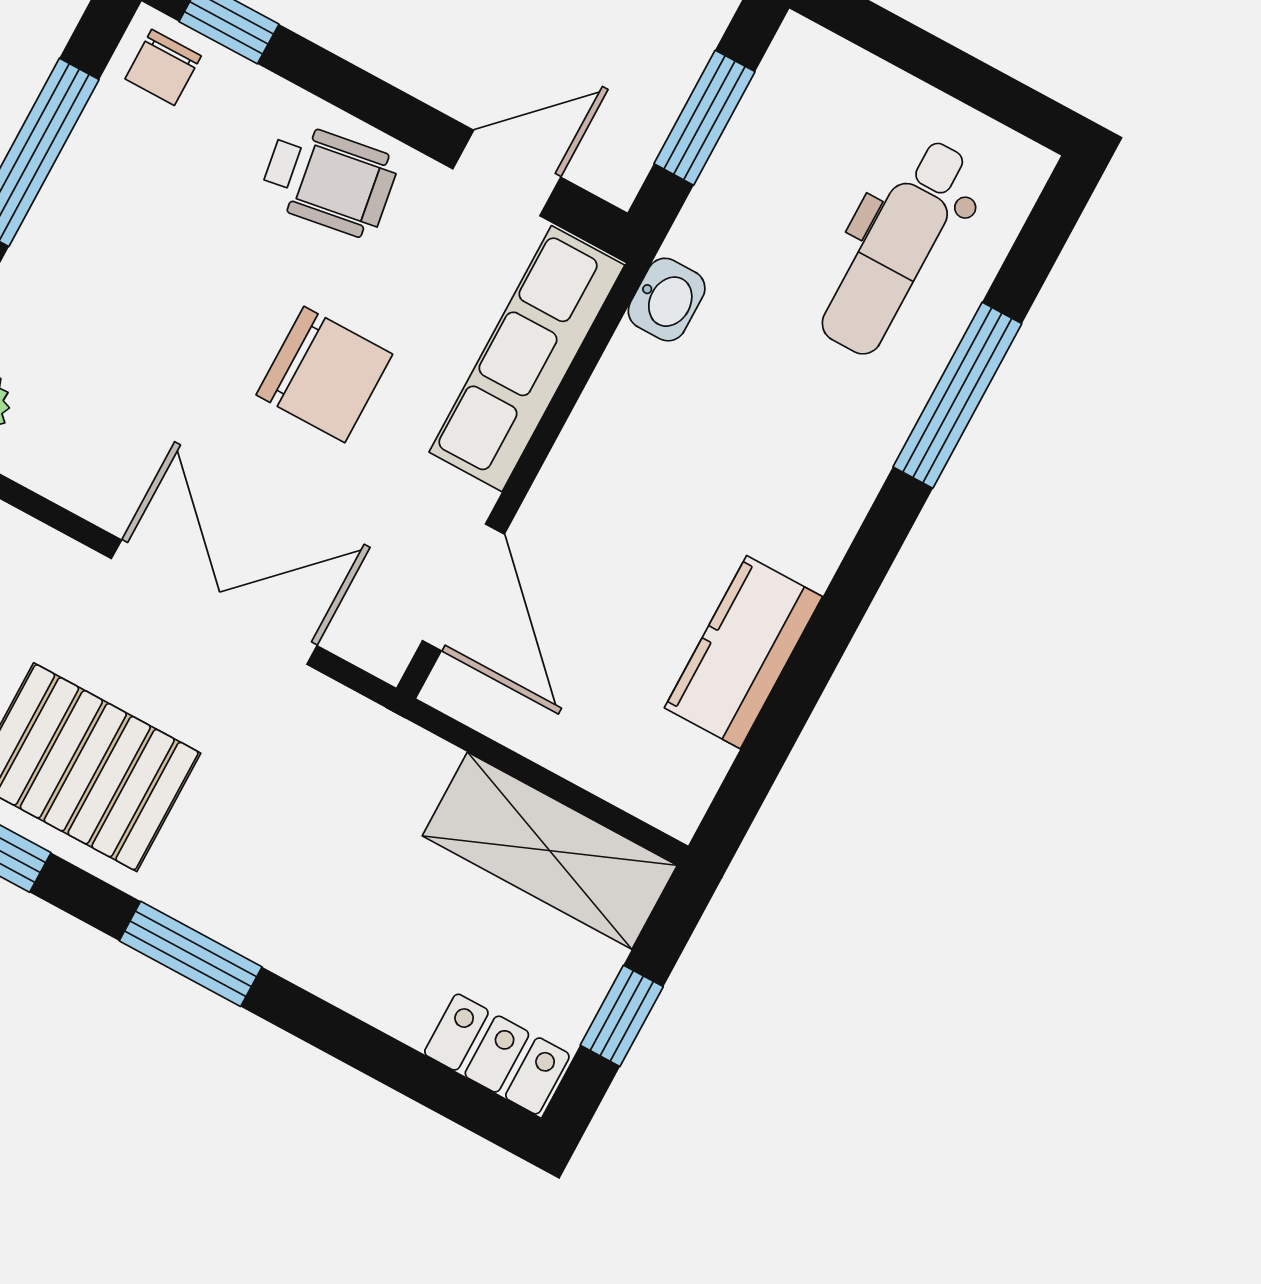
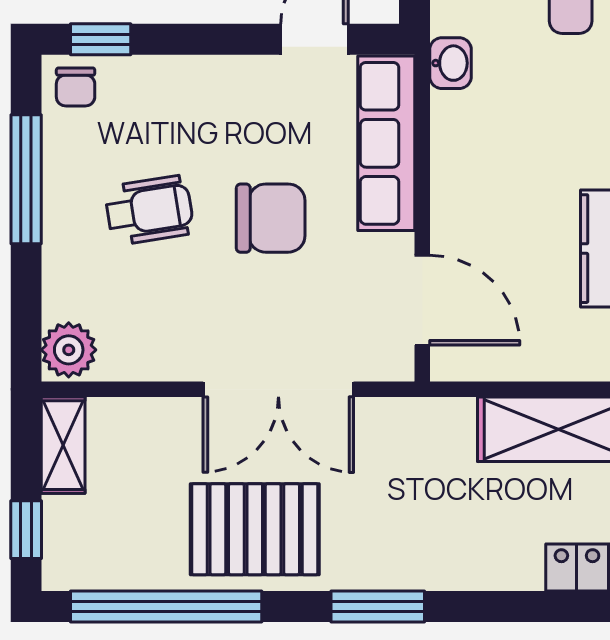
wheelchair: (329, 180) -> (149, 210), moved
double door: (214, 602) -> (278, 389), swing flipped

